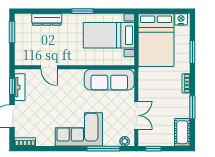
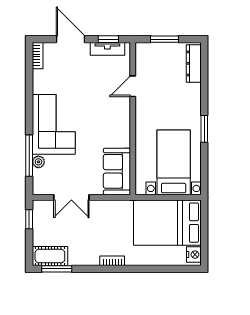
dresser: (47, 19) -> (194, 63), moved
window: (12, 32) -> (164, 39), moved
window: (192, 52) -> (152, 269), removed
sofa: (109, 80) -> (117, 171), width x0.73
window: (192, 107) -> (57, 269), moved
plant: (125, 141) -> (38, 162), moved

